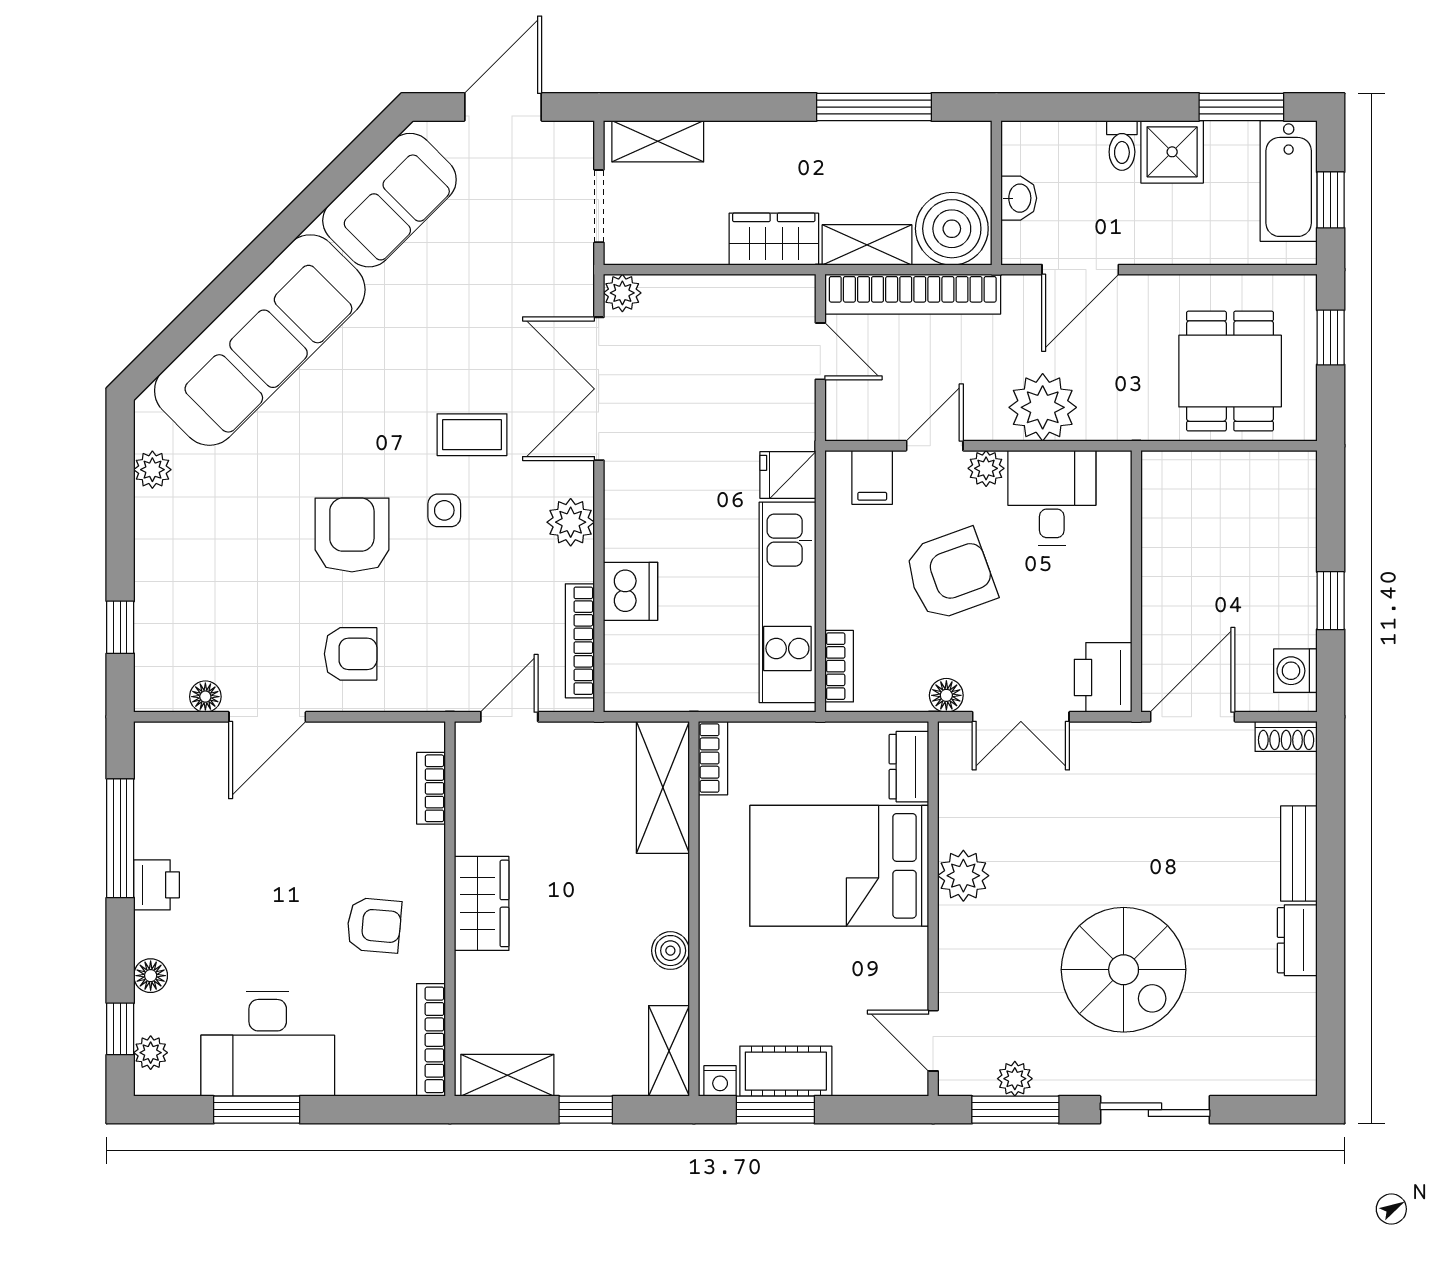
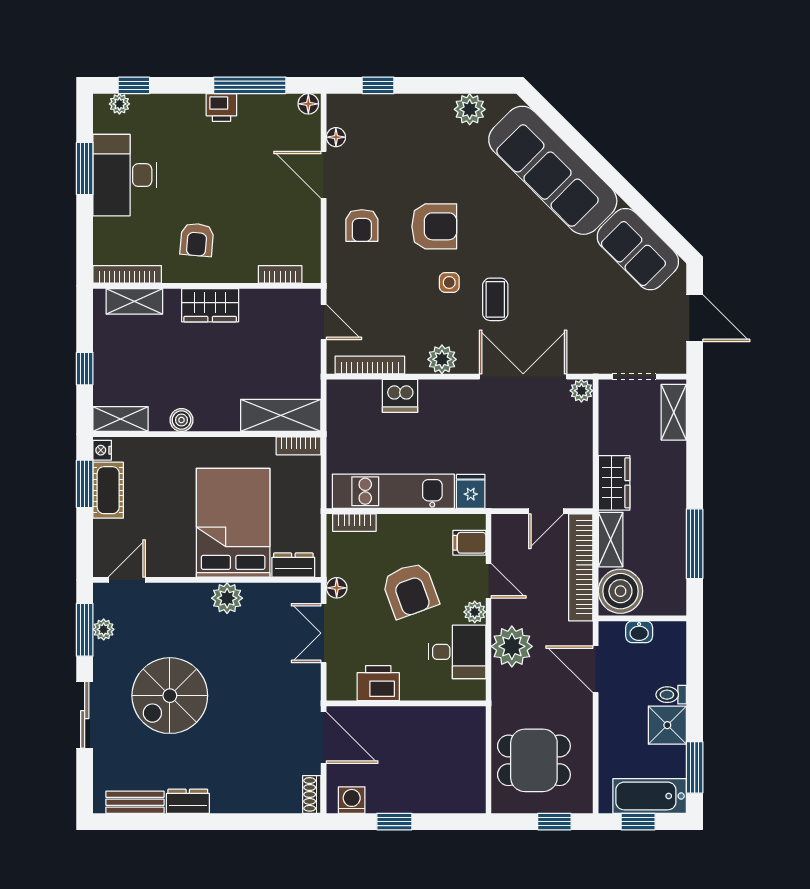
plant: (152, 470) -> (470, 109), width x1.38, depth x1.38
printer: (1103, 677) -> (378, 683), moved
bench: (1299, 853) -> (135, 802), moved
floor lamp: (151, 976) -> (308, 104), moved
shelving: (507, 1075) -> (134, 301), moved, turned 90

